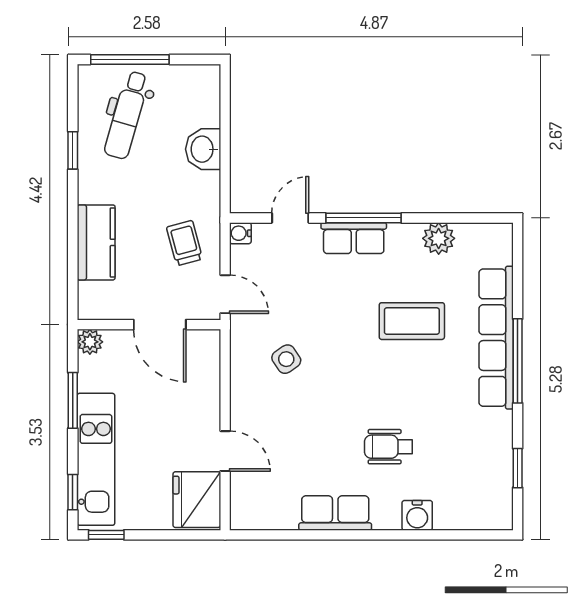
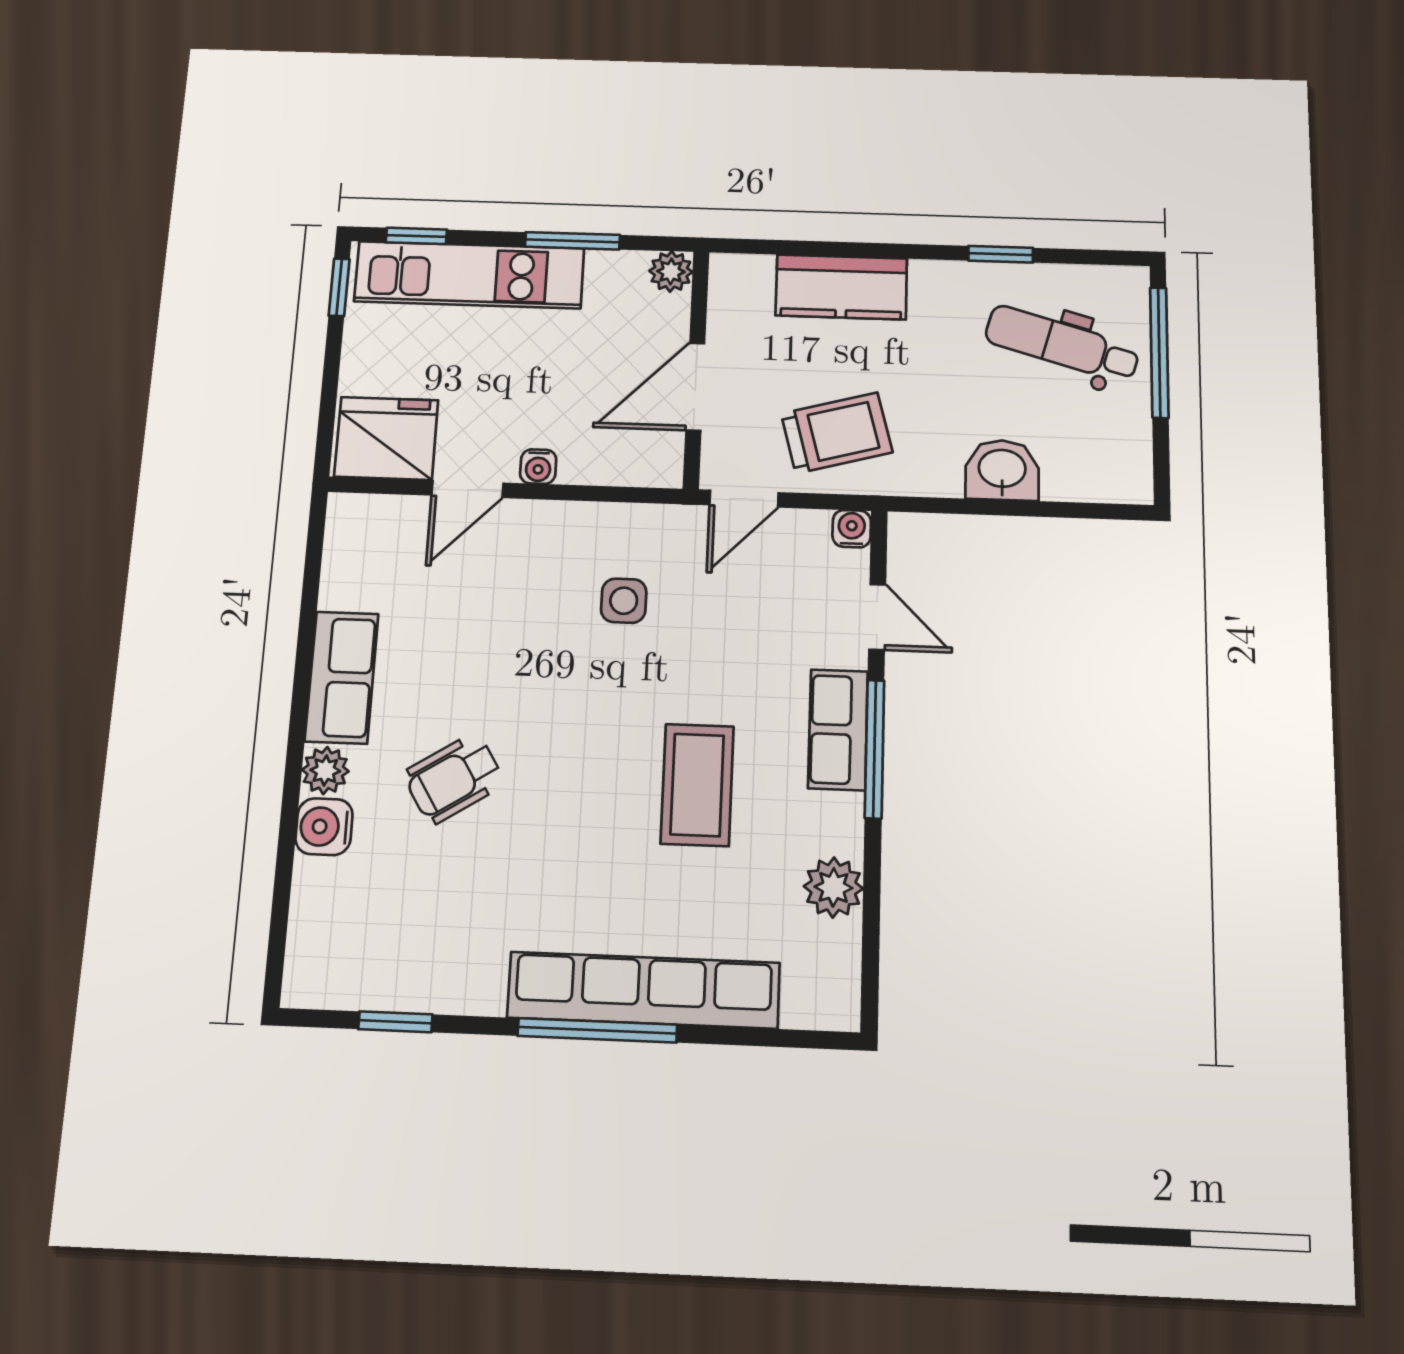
trolley: (185, 243) -> (837, 433), width x1.36, depth x1.39
coffee table: (412, 321) -> (697, 785), moved
side table: (286, 359) -> (624, 601), turned 35
water cooler: (210, 412) -> (538, 467), added
wheelchair: (388, 447) -> (454, 778), turned -122
plant: (387, 517) -> (325, 770), added

